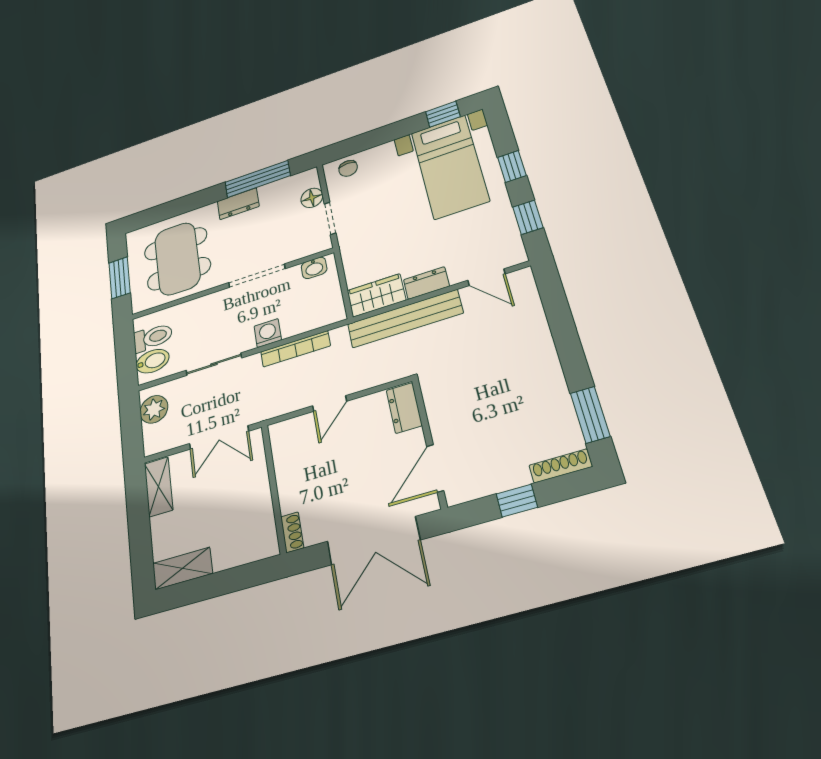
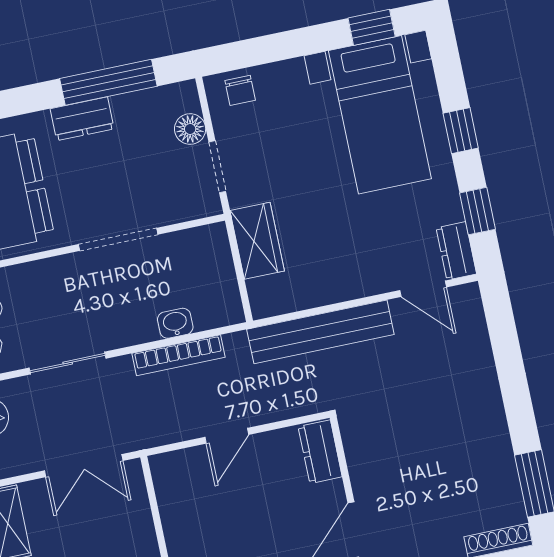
washbasin: (314, 268) -> (175, 323), moved, turned 180
dresser: (426, 283) -> (456, 251), moved, turned -90
wardrobe: (376, 295) -> (257, 241), moved, turned 90
washing machine: (268, 333) -> (139, 328), removed

